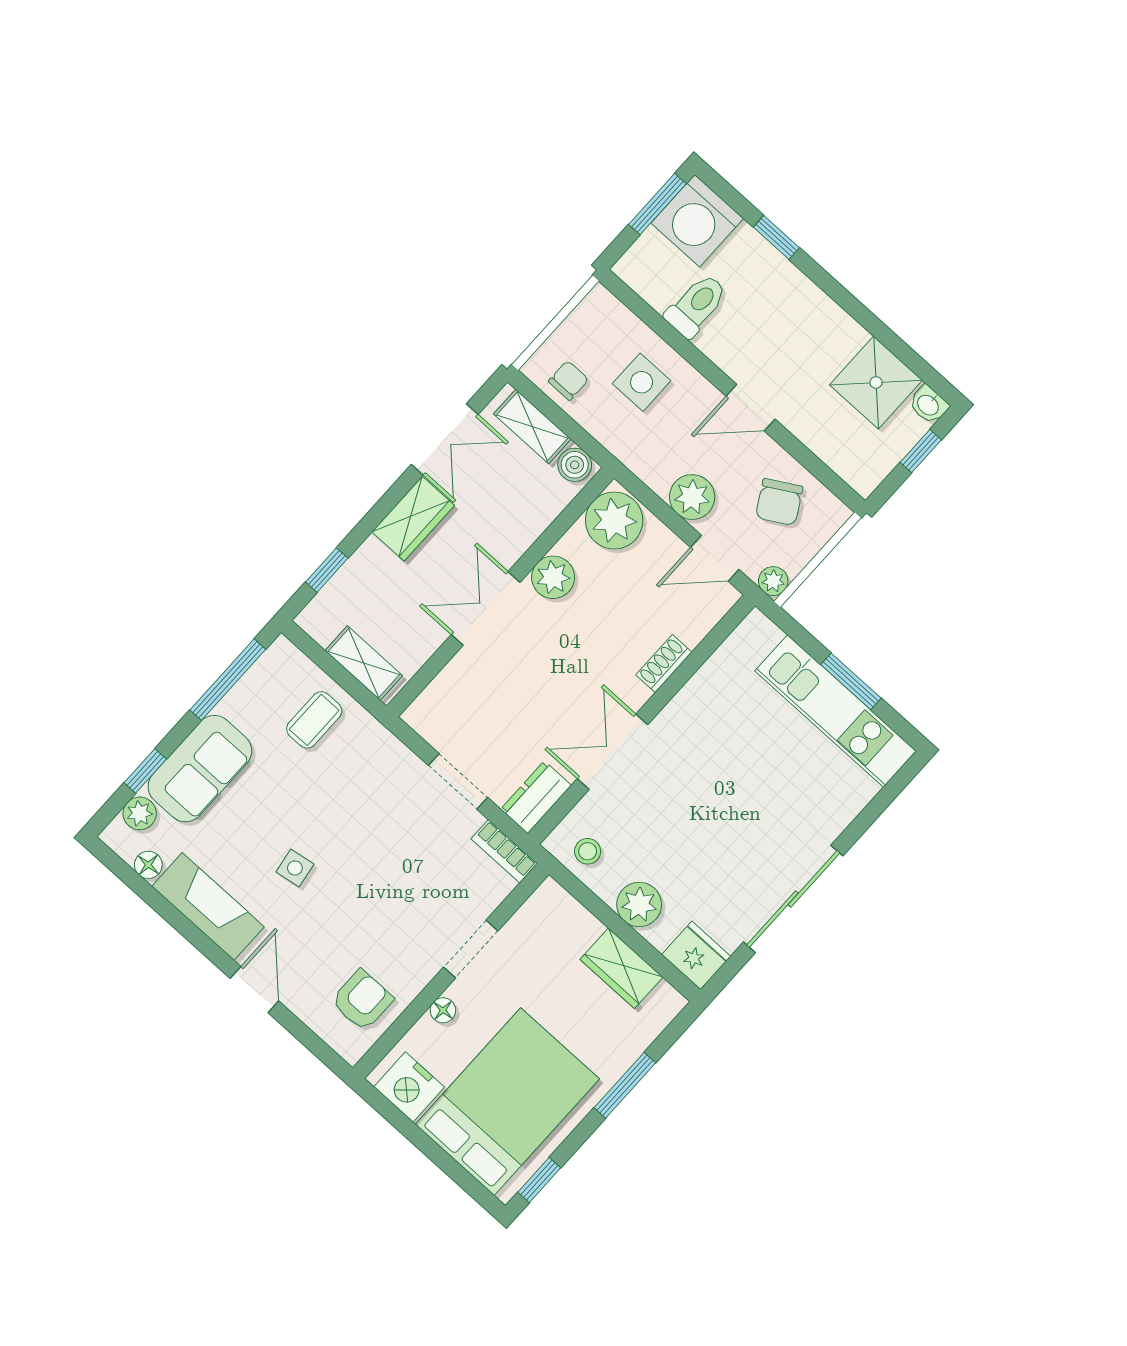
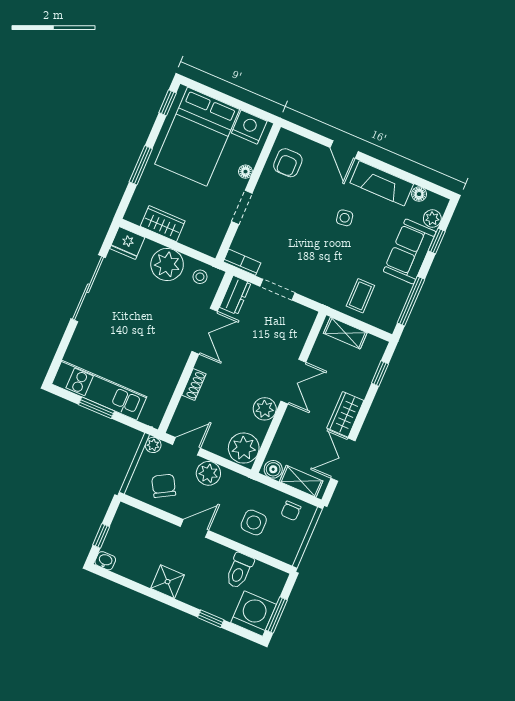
shower: (876, 382) -> (168, 582), moved, width x0.73, depth x0.73
plant: (639, 905) -> (167, 264), width x1.36, depth x1.36

